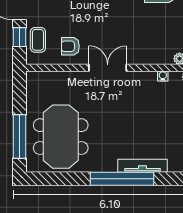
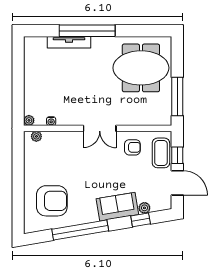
coffee table: (38, 40) -> (161, 153), width x1.36, depth x1.30
window: (19, 136) -> (177, 96), moved
meeting table: (61, 137) -> (141, 68), turned 90

